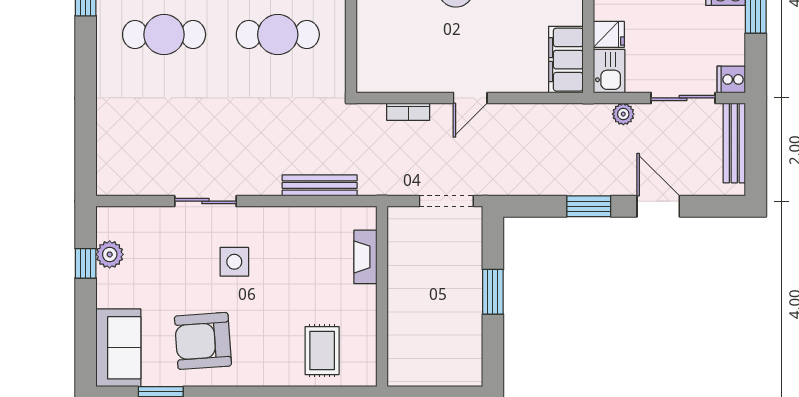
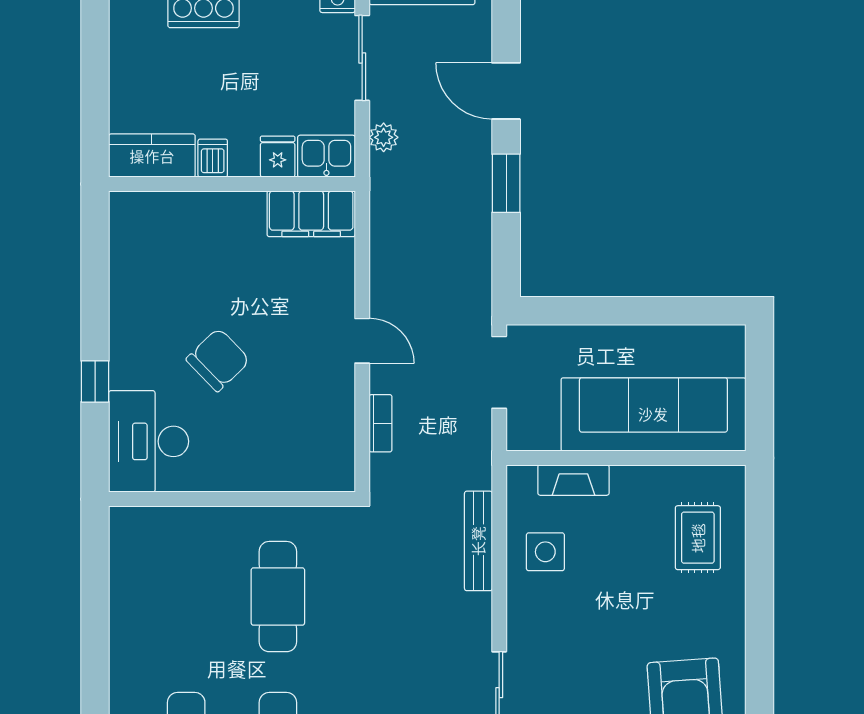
door: (658, 206) -> (506, 91), hinge flipped
side table: (234, 262) -> (545, 552), moved
window: (493, 292) -> (620, 311), removed
sofa: (415, 317) -> (653, 414), added
rug: (322, 351) -> (698, 538), turned 90

